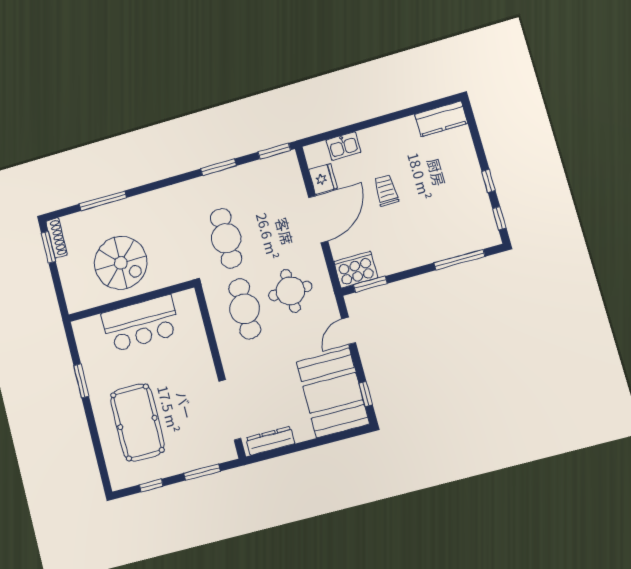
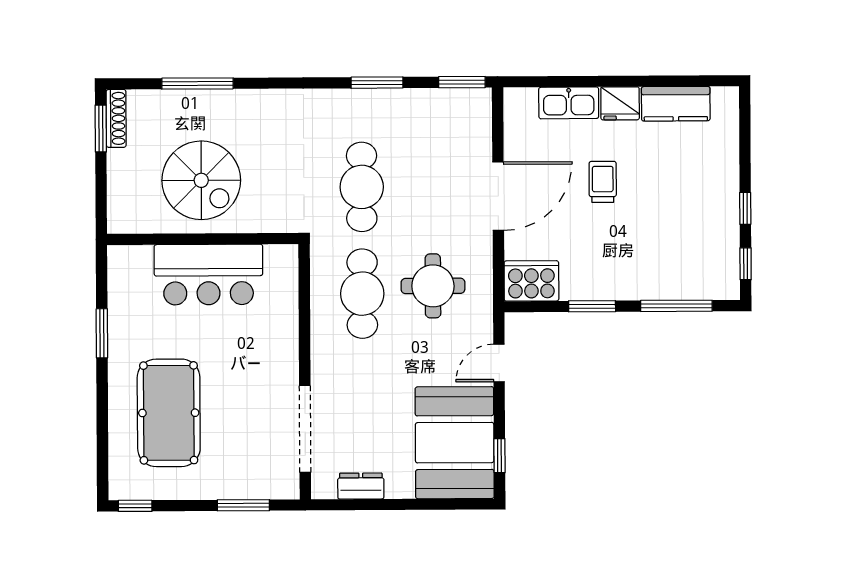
kitchen counter: (441, 119) -> (676, 104), moved
kitchen sink: (343, 146) -> (569, 103), width x1.38
fridge: (323, 179) -> (620, 103), moved, turned 90
window: (370, 284) -> (592, 306), moved
dresser: (270, 441) -> (361, 486), width x0.70
window: (151, 485) -> (135, 506), moved

